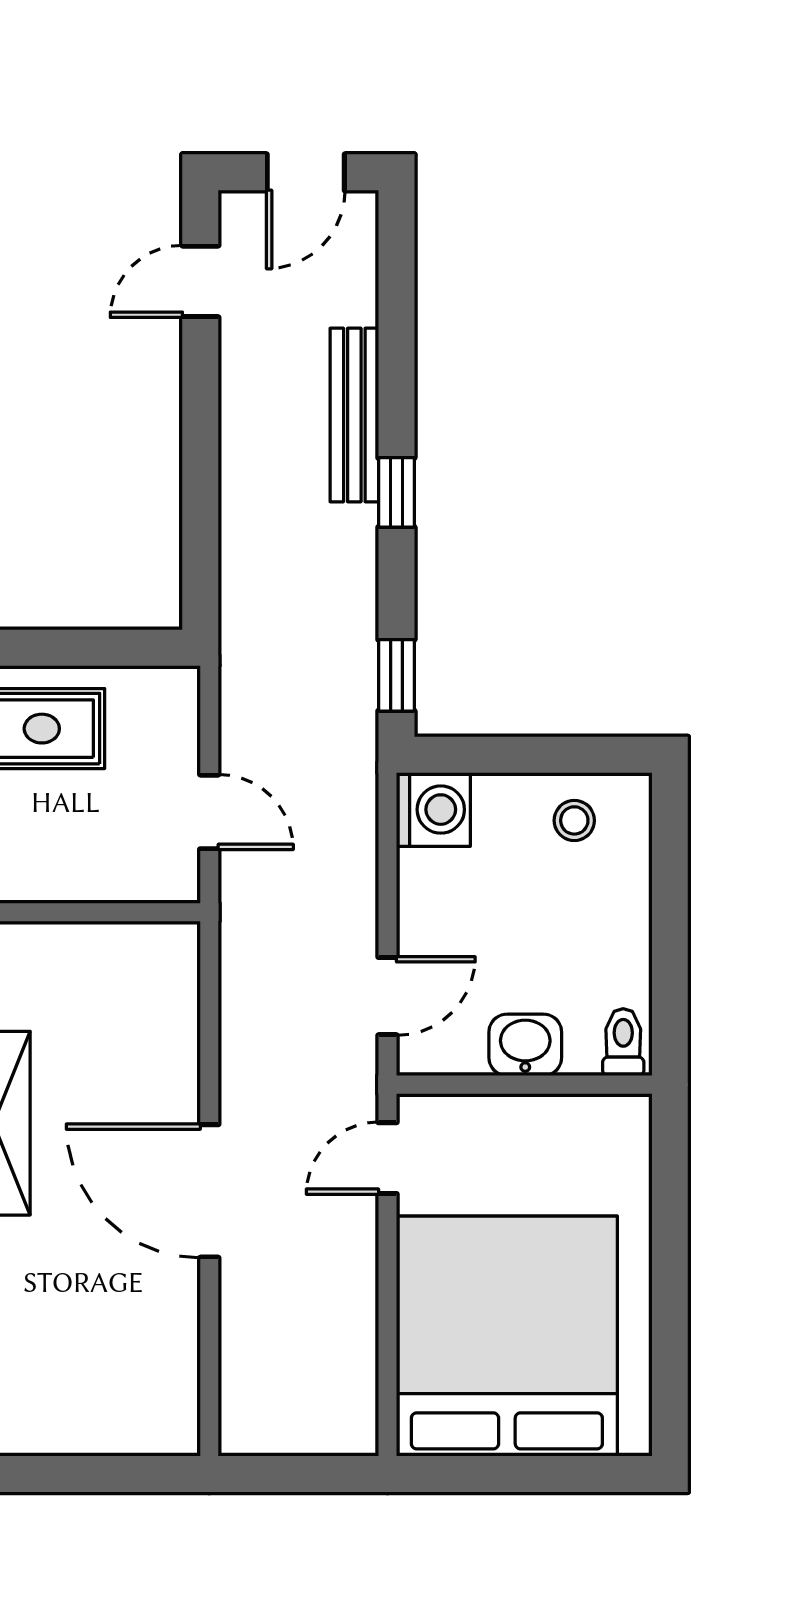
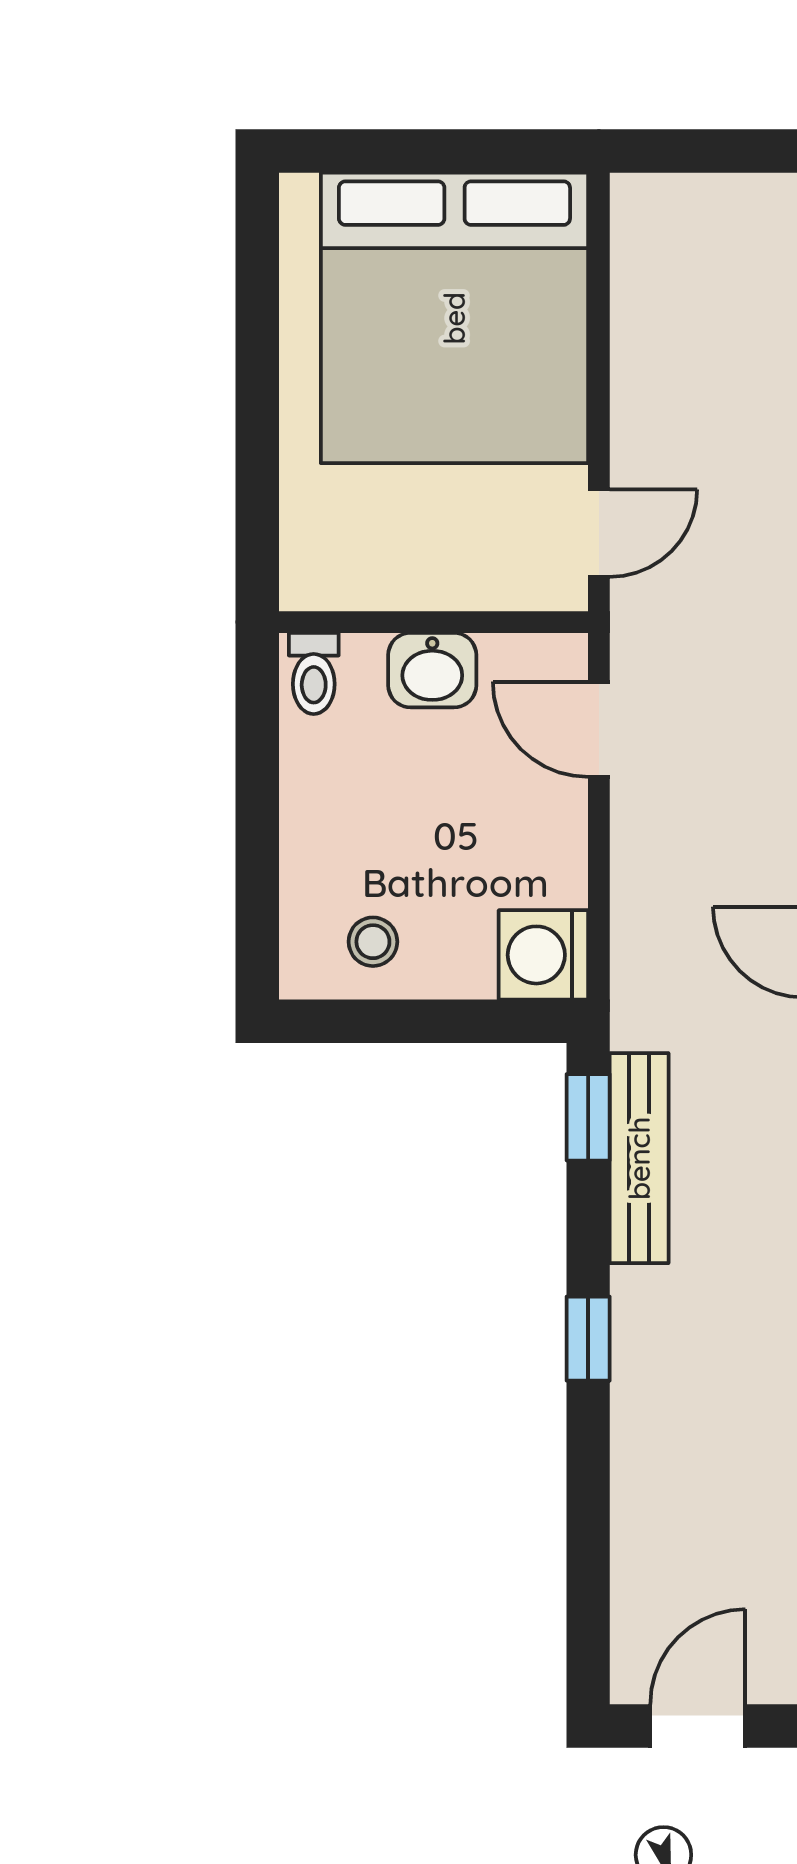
bench: (354, 415) -> (639, 1158), moved
door: (388, 996) -> (599, 729), hinge flipped

